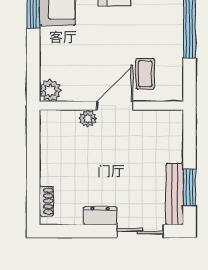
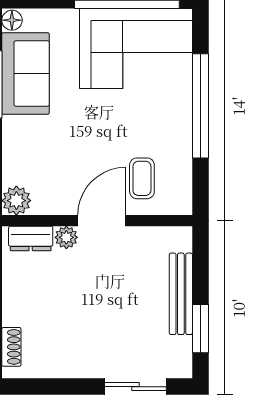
bench: (175, 194) -> (181, 294), moved
dresser: (100, 216) -> (31, 238), moved, turned 180

